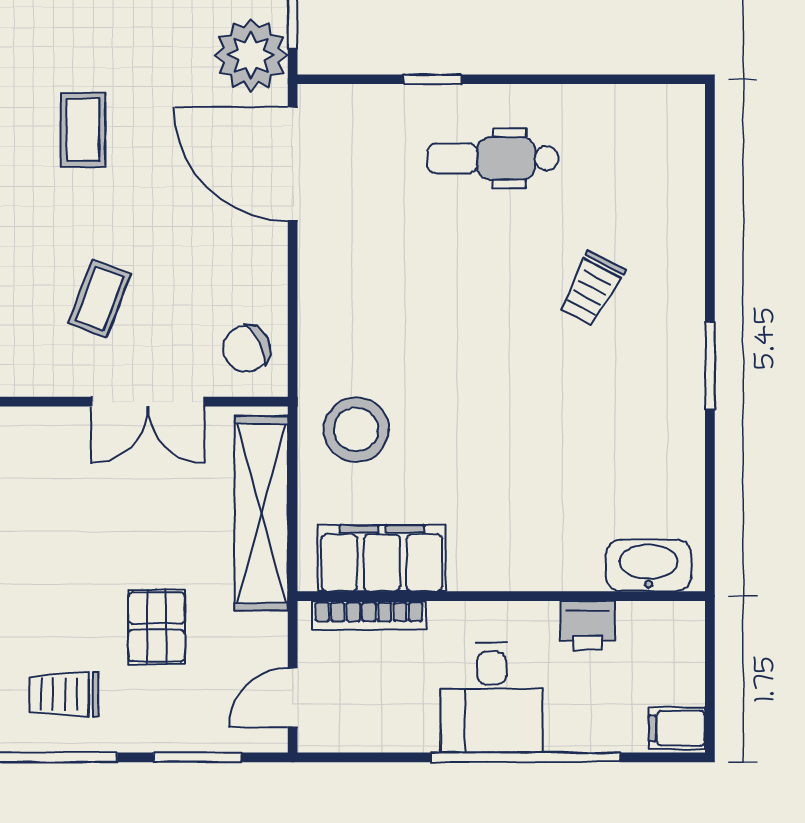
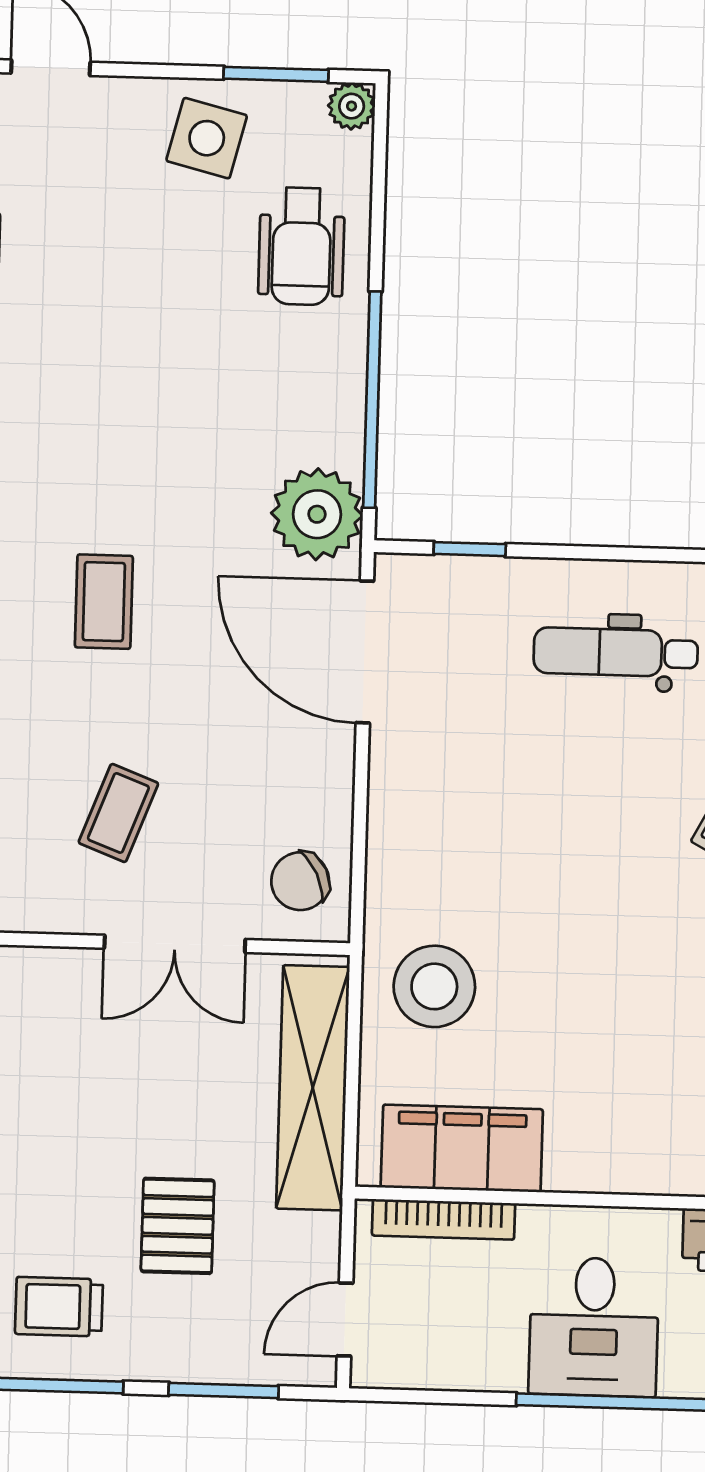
window: (432, 79) -> (470, 549), moved

